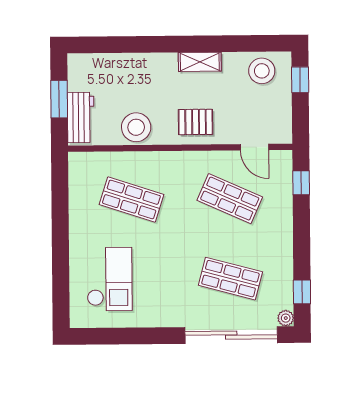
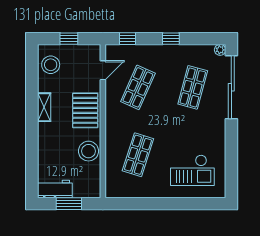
window: (300, 80) -> (69, 39), moved
workbench: (81, 117) -> (55, 189), moved
pallet: (196, 122) -> (85, 110), width x1.50, depth x1.42
checkout: (110, 279) -> (192, 170), turned 180
window: (302, 292) -> (171, 39), moved

